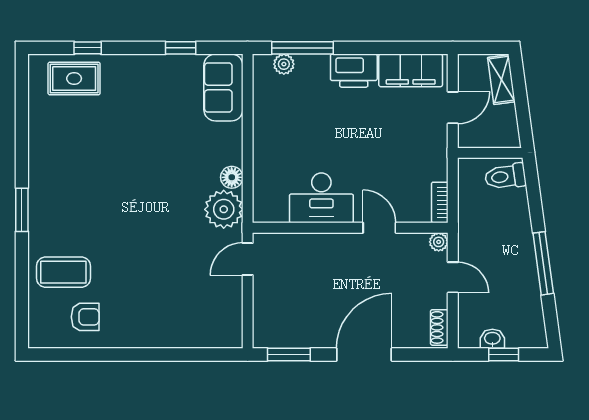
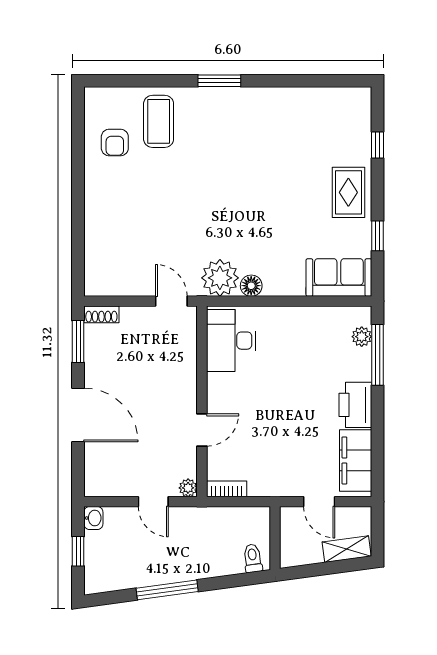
rug: (74, 78) -> (348, 192), moved
toilet: (505, 176) -> (253, 558), width x0.73, depth x0.72
desk: (321, 198) -> (231, 341), moved
door: (453, 277) -> (153, 502), hinge flipped
shoe rack: (439, 327) -> (101, 314), moved, turned 180
washbasin: (492, 339) -> (93, 518), moved

